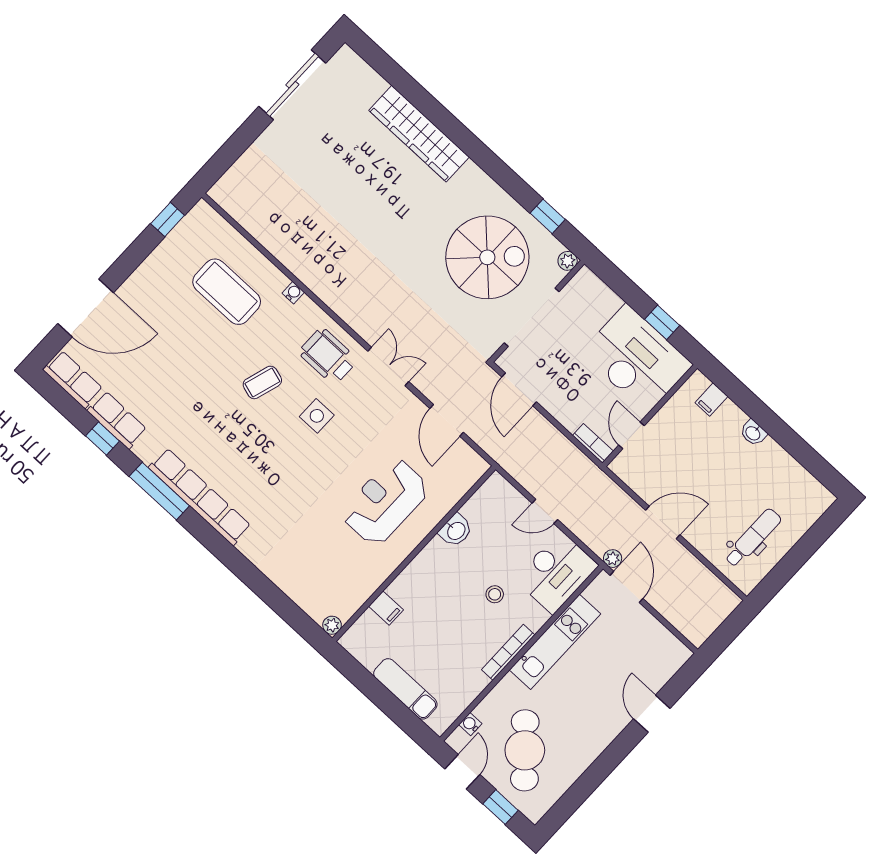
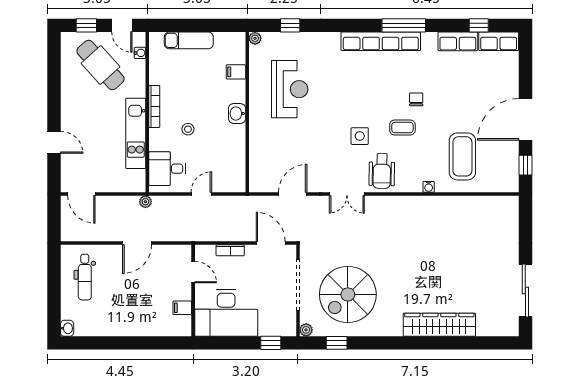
coffee table: (227, 292) -> (462, 156), turned 90
door: (86, 308) -> (525, 119), moved
window: (662, 322) -> (271, 343), moved
wheelchair: (328, 356) -> (382, 171), turned 91
coffee table: (262, 382) -> (402, 128), turned 73
chair: (219, 399) -> (416, 99), added
filing cabinet: (711, 400) -> (182, 308), moved, turned -90
door: (447, 420) -> (293, 194), hinge flipped
washbasin: (753, 433) -> (67, 328), moved, turned 90
window: (102, 439) -> (479, 25), moved
bookcase: (593, 443) -> (230, 250), moved
reception desk: (385, 502) -> (290, 89), moved
washbasin: (456, 530) -> (237, 114), moved
desk: (556, 573) -> (167, 169), width x0.73
door: (626, 587) -> (81, 194), moved
window: (281, 604) -> (290, 25), added

